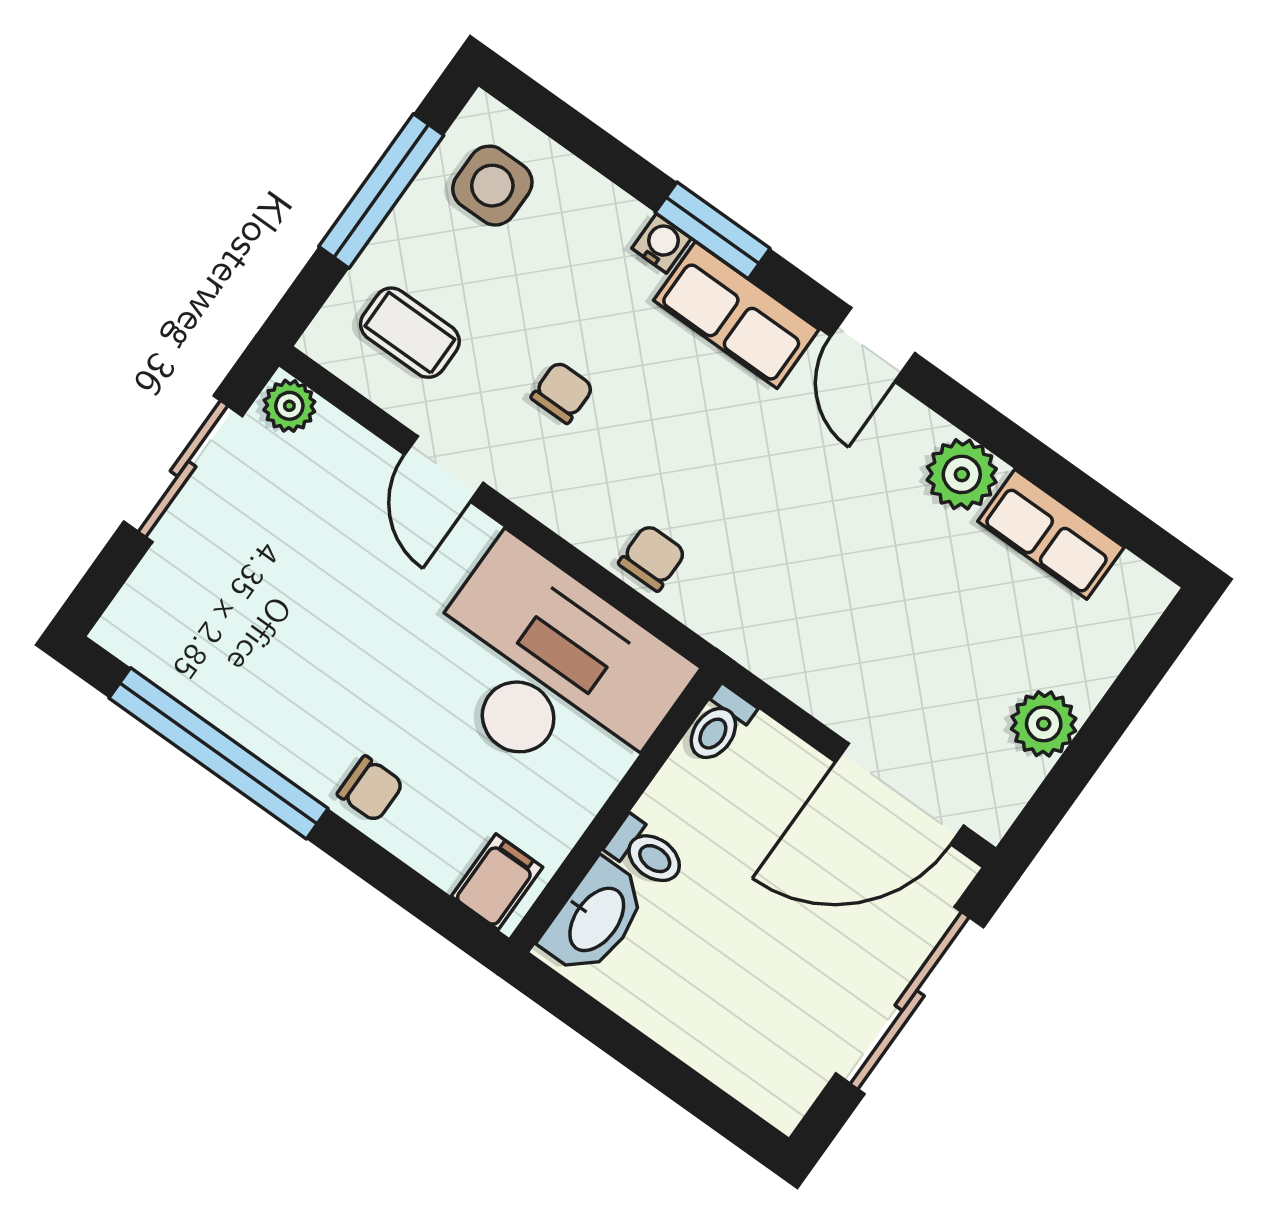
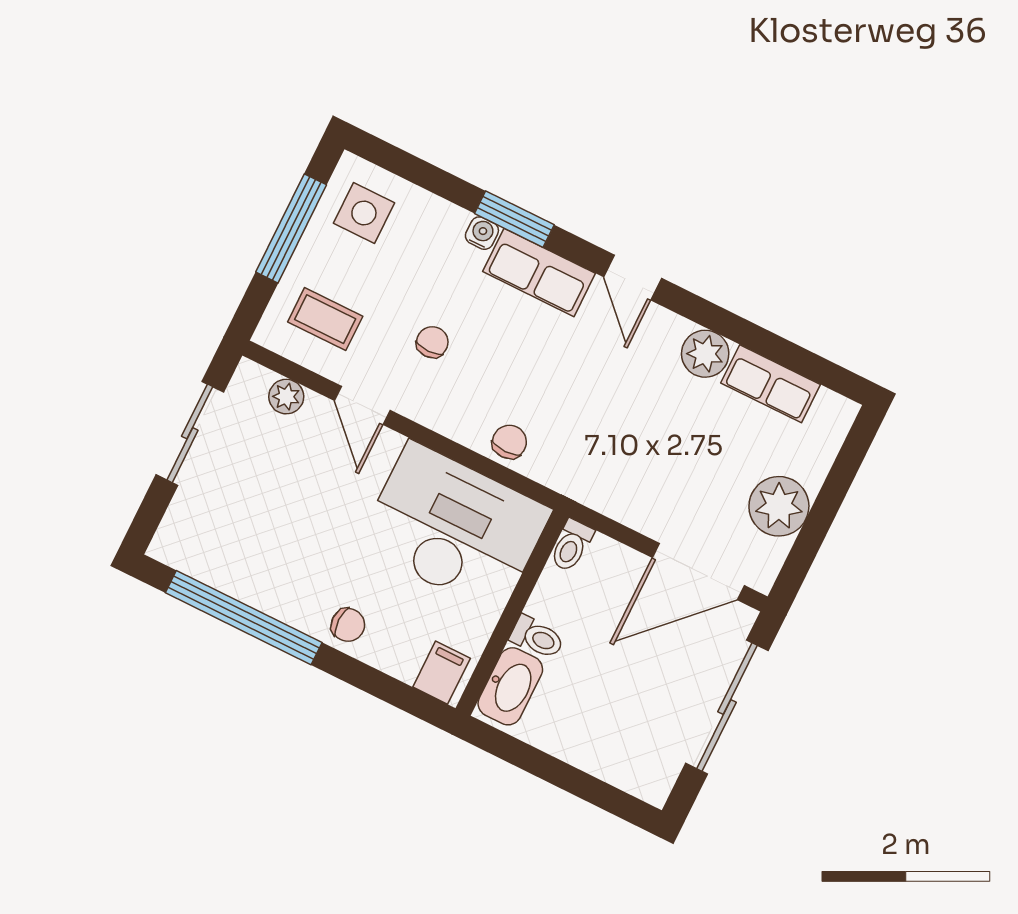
plant: (289, 406) -> (286, 397), moved
plant: (1044, 724) -> (779, 506), width x1.36, depth x1.36

